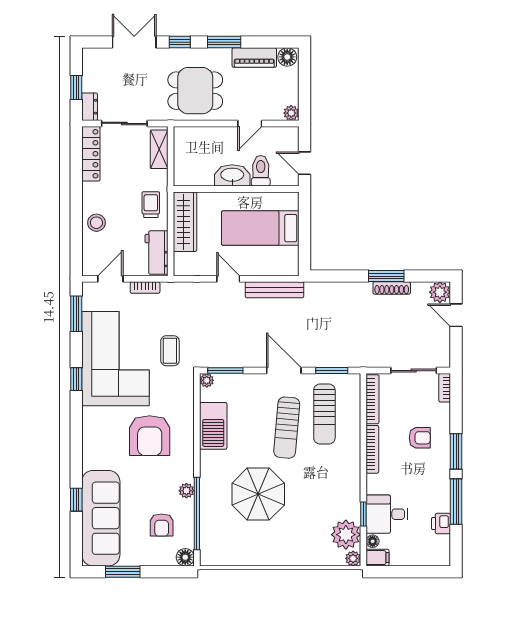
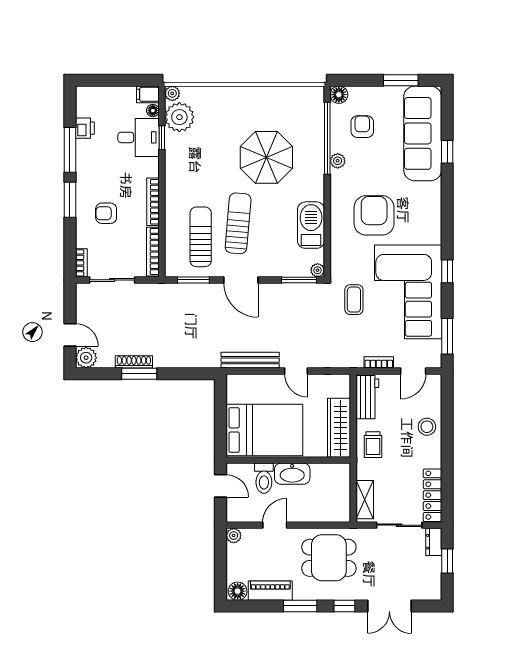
bed: (260, 228) -> (264, 430), width x1.50

